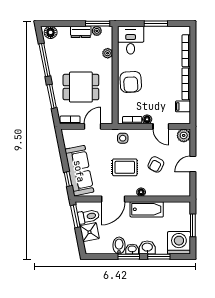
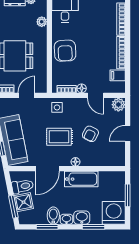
window: (75, 216) -> (13, 207), moved
window: (129, 257) -> (47, 227), moved

